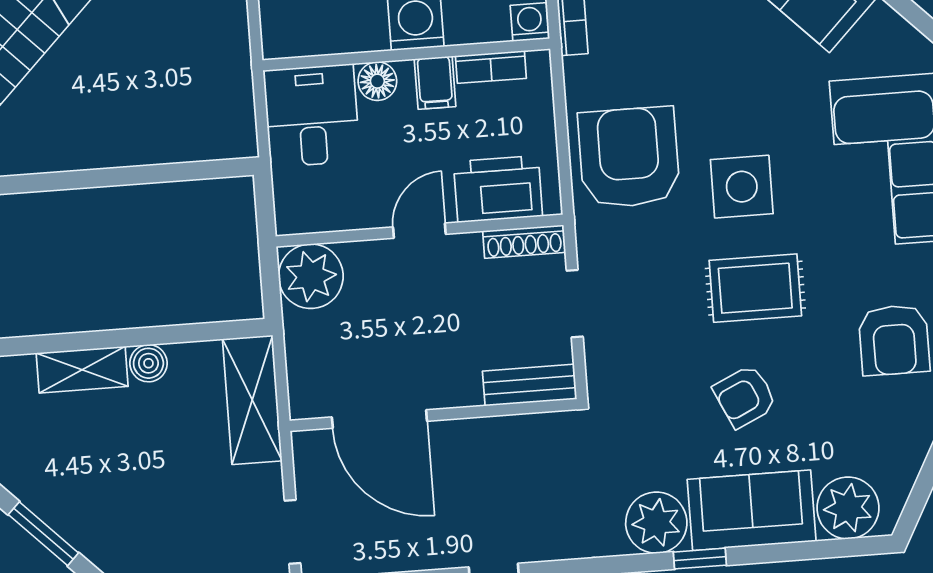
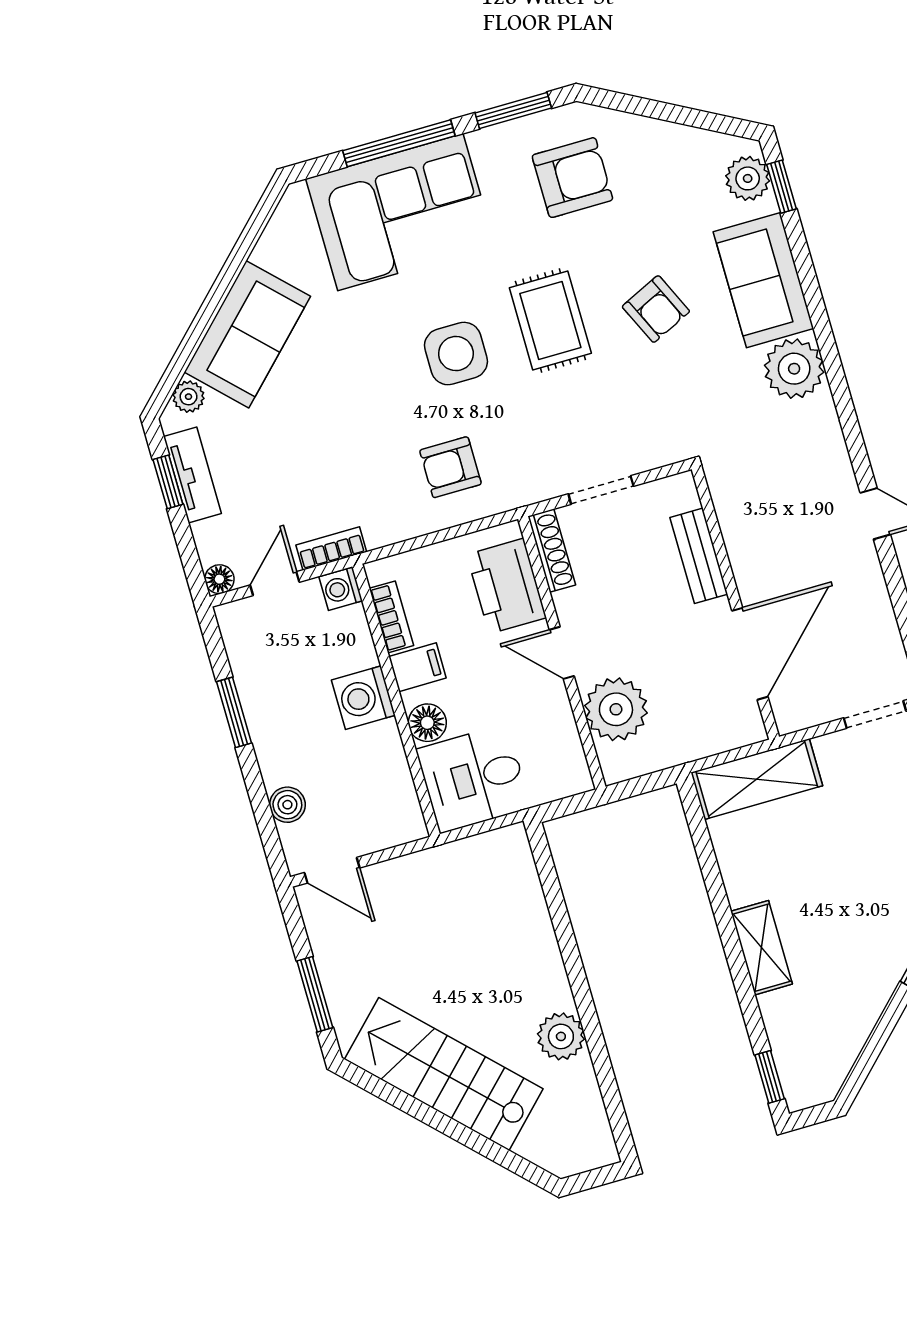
plant: (35, 150) -> (561, 1036), added
armchair: (629, 157) -> (450, 467), width x0.53, depth x0.53
plant: (311, 276) -> (616, 709), moved
boiler: (148, 363) -> (742, 886), removed
bench: (530, 385) -> (699, 556), moved
plant: (848, 508) -> (748, 178), width x0.73, depth x0.73
window: (700, 559) -> (782, 187), moved

